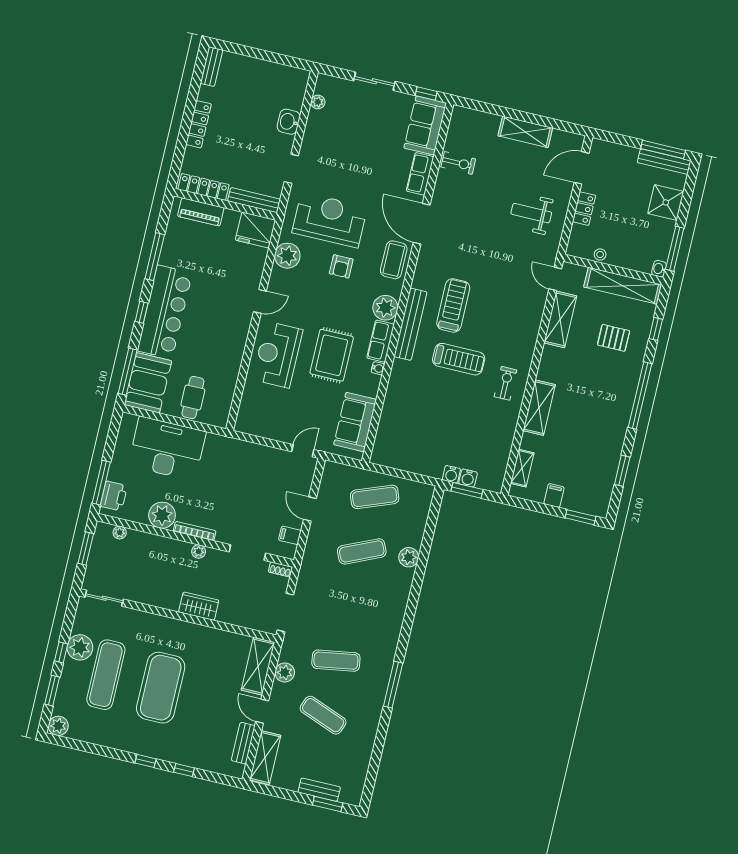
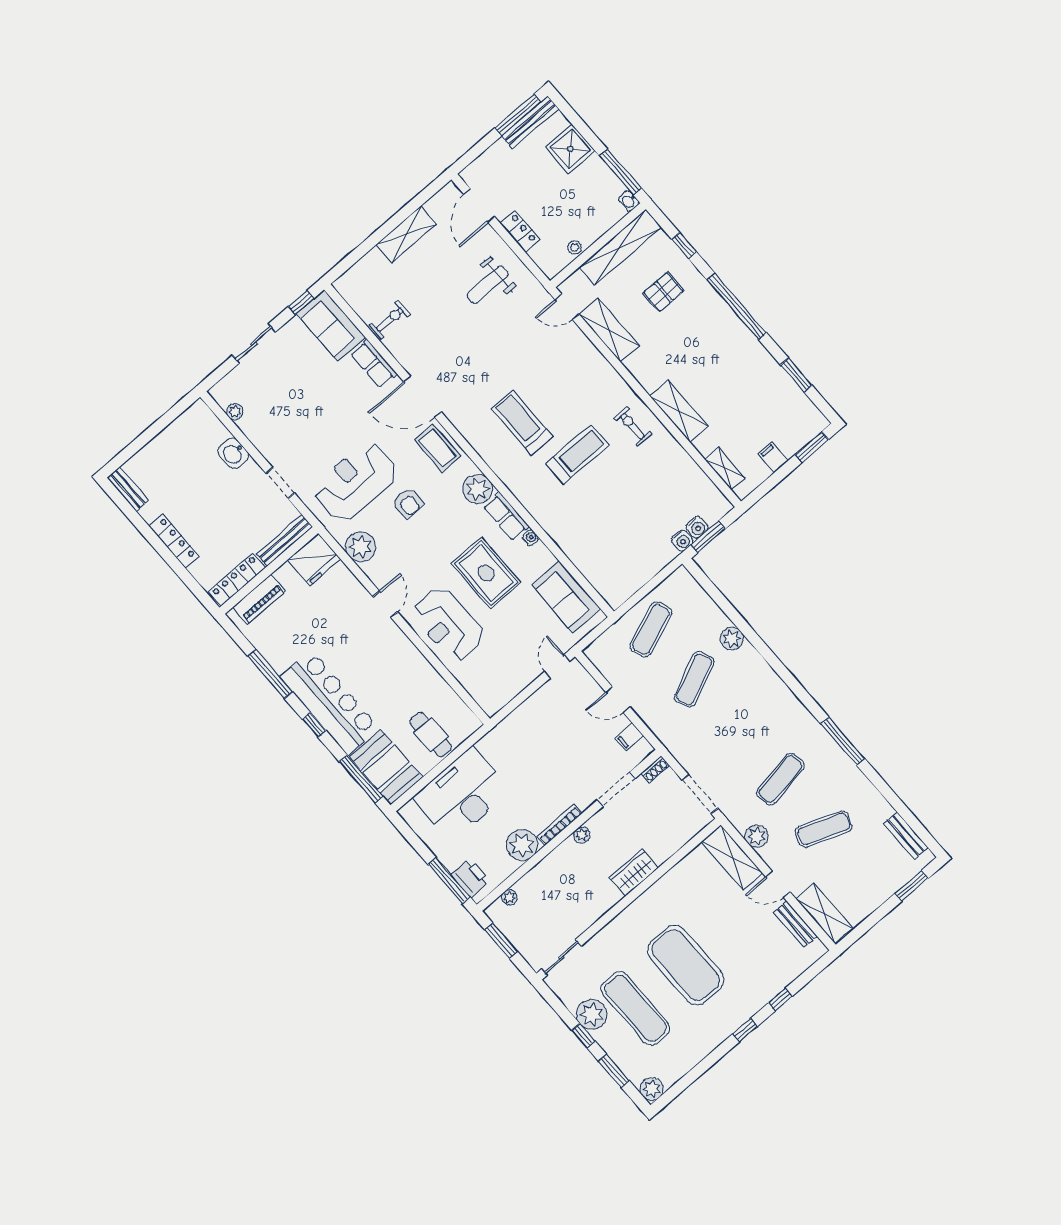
bench: (410, 324) -> (511, 476), removed
bench: (319, 790) -> (906, 835), moved, turned 90

